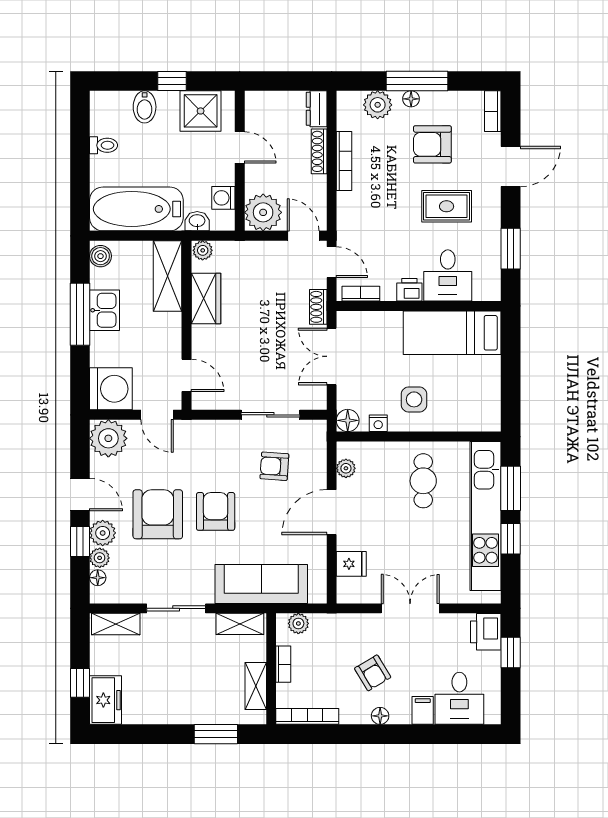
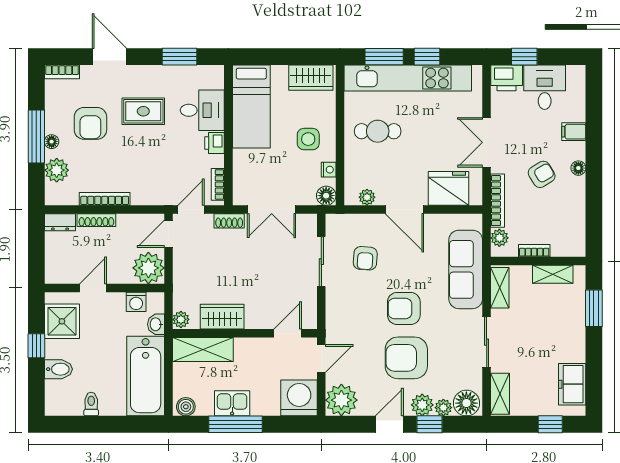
rug: (447, 206) -> (143, 111), turned 90
wardrobe: (486, 403) -> (311, 78), added
fridge: (351, 564) -> (449, 188), width x1.88, depth x1.34
floor lamp: (98, 578) -> (466, 403), width x1.89, depth x1.89
desk: (459, 698) -> (545, 87), moved, turned -90
freezer: (106, 700) -> (572, 384), moved, turned -90
bookcase: (307, 716) -> (498, 201), moved, turned 180

